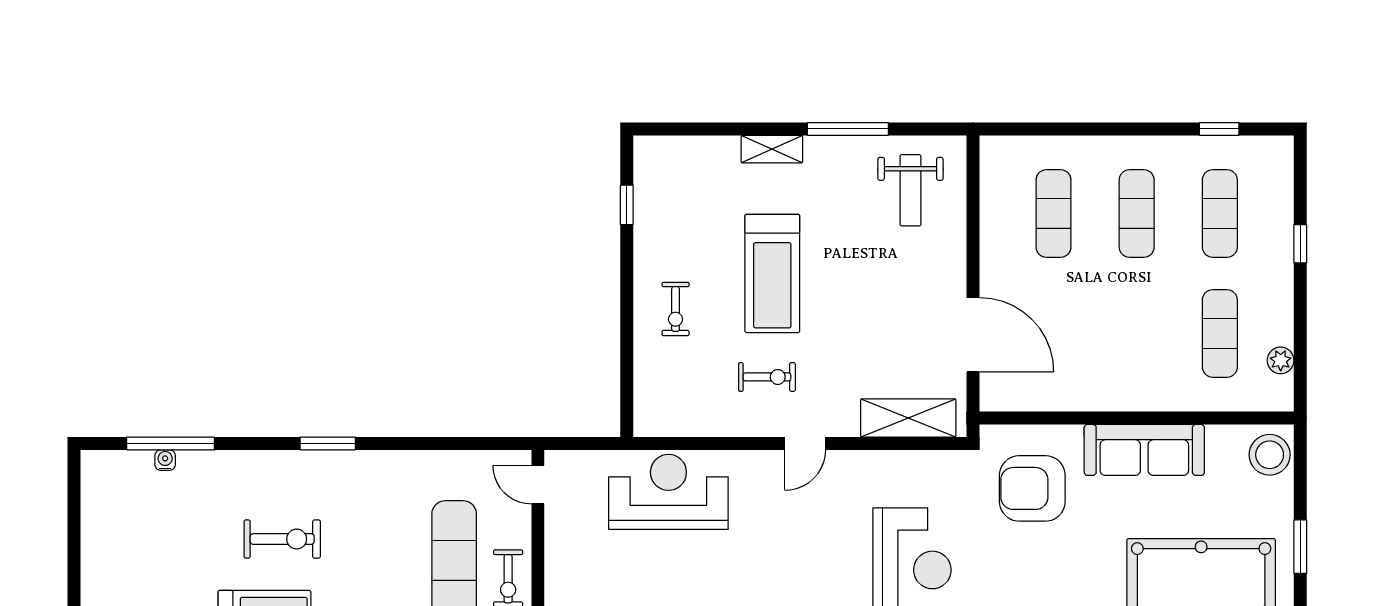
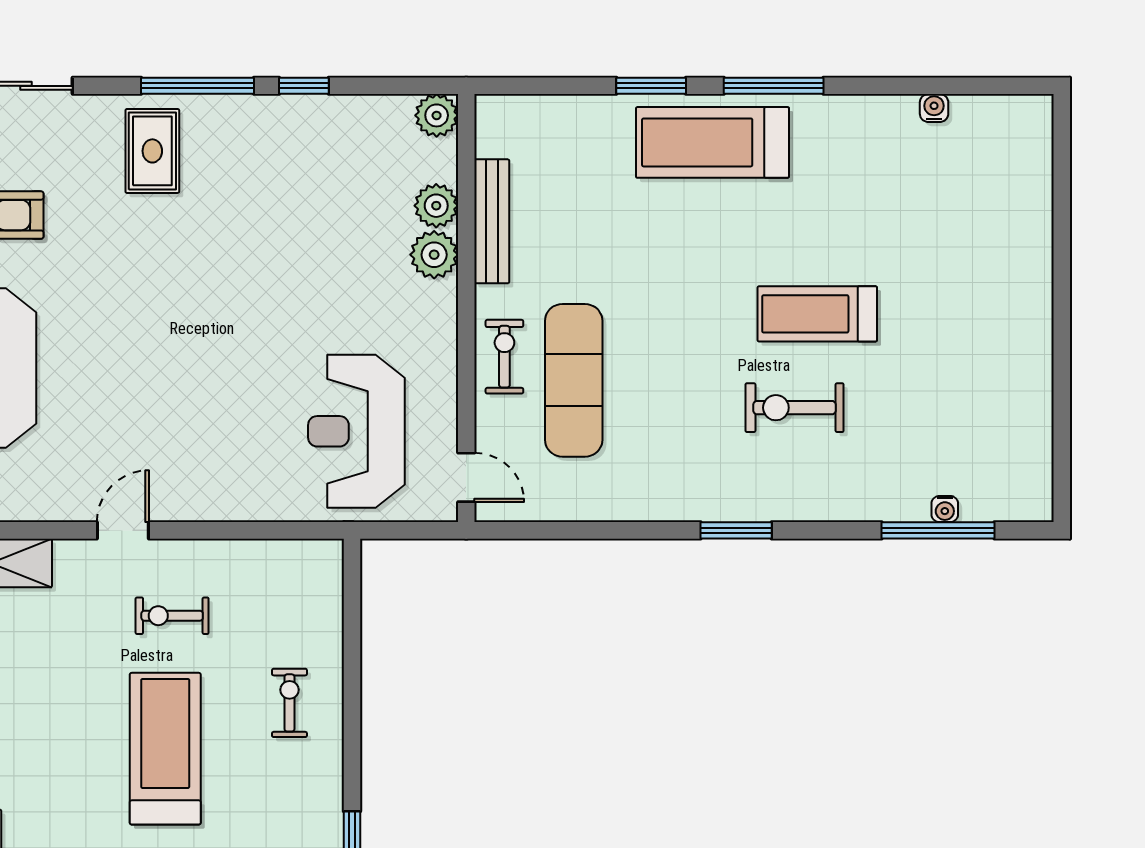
reception desk: (668, 492) -> (356, 431), moved, turned 90

